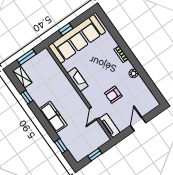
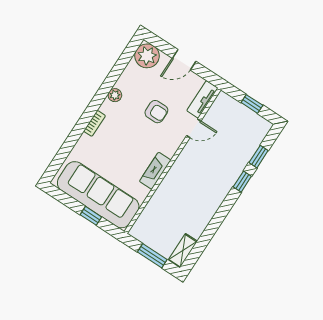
window: (27, 97) -> (242, 182), moved
plant: (150, 103) -> (147, 56), added
freezer: (53, 117) -> (222, 184), removed

